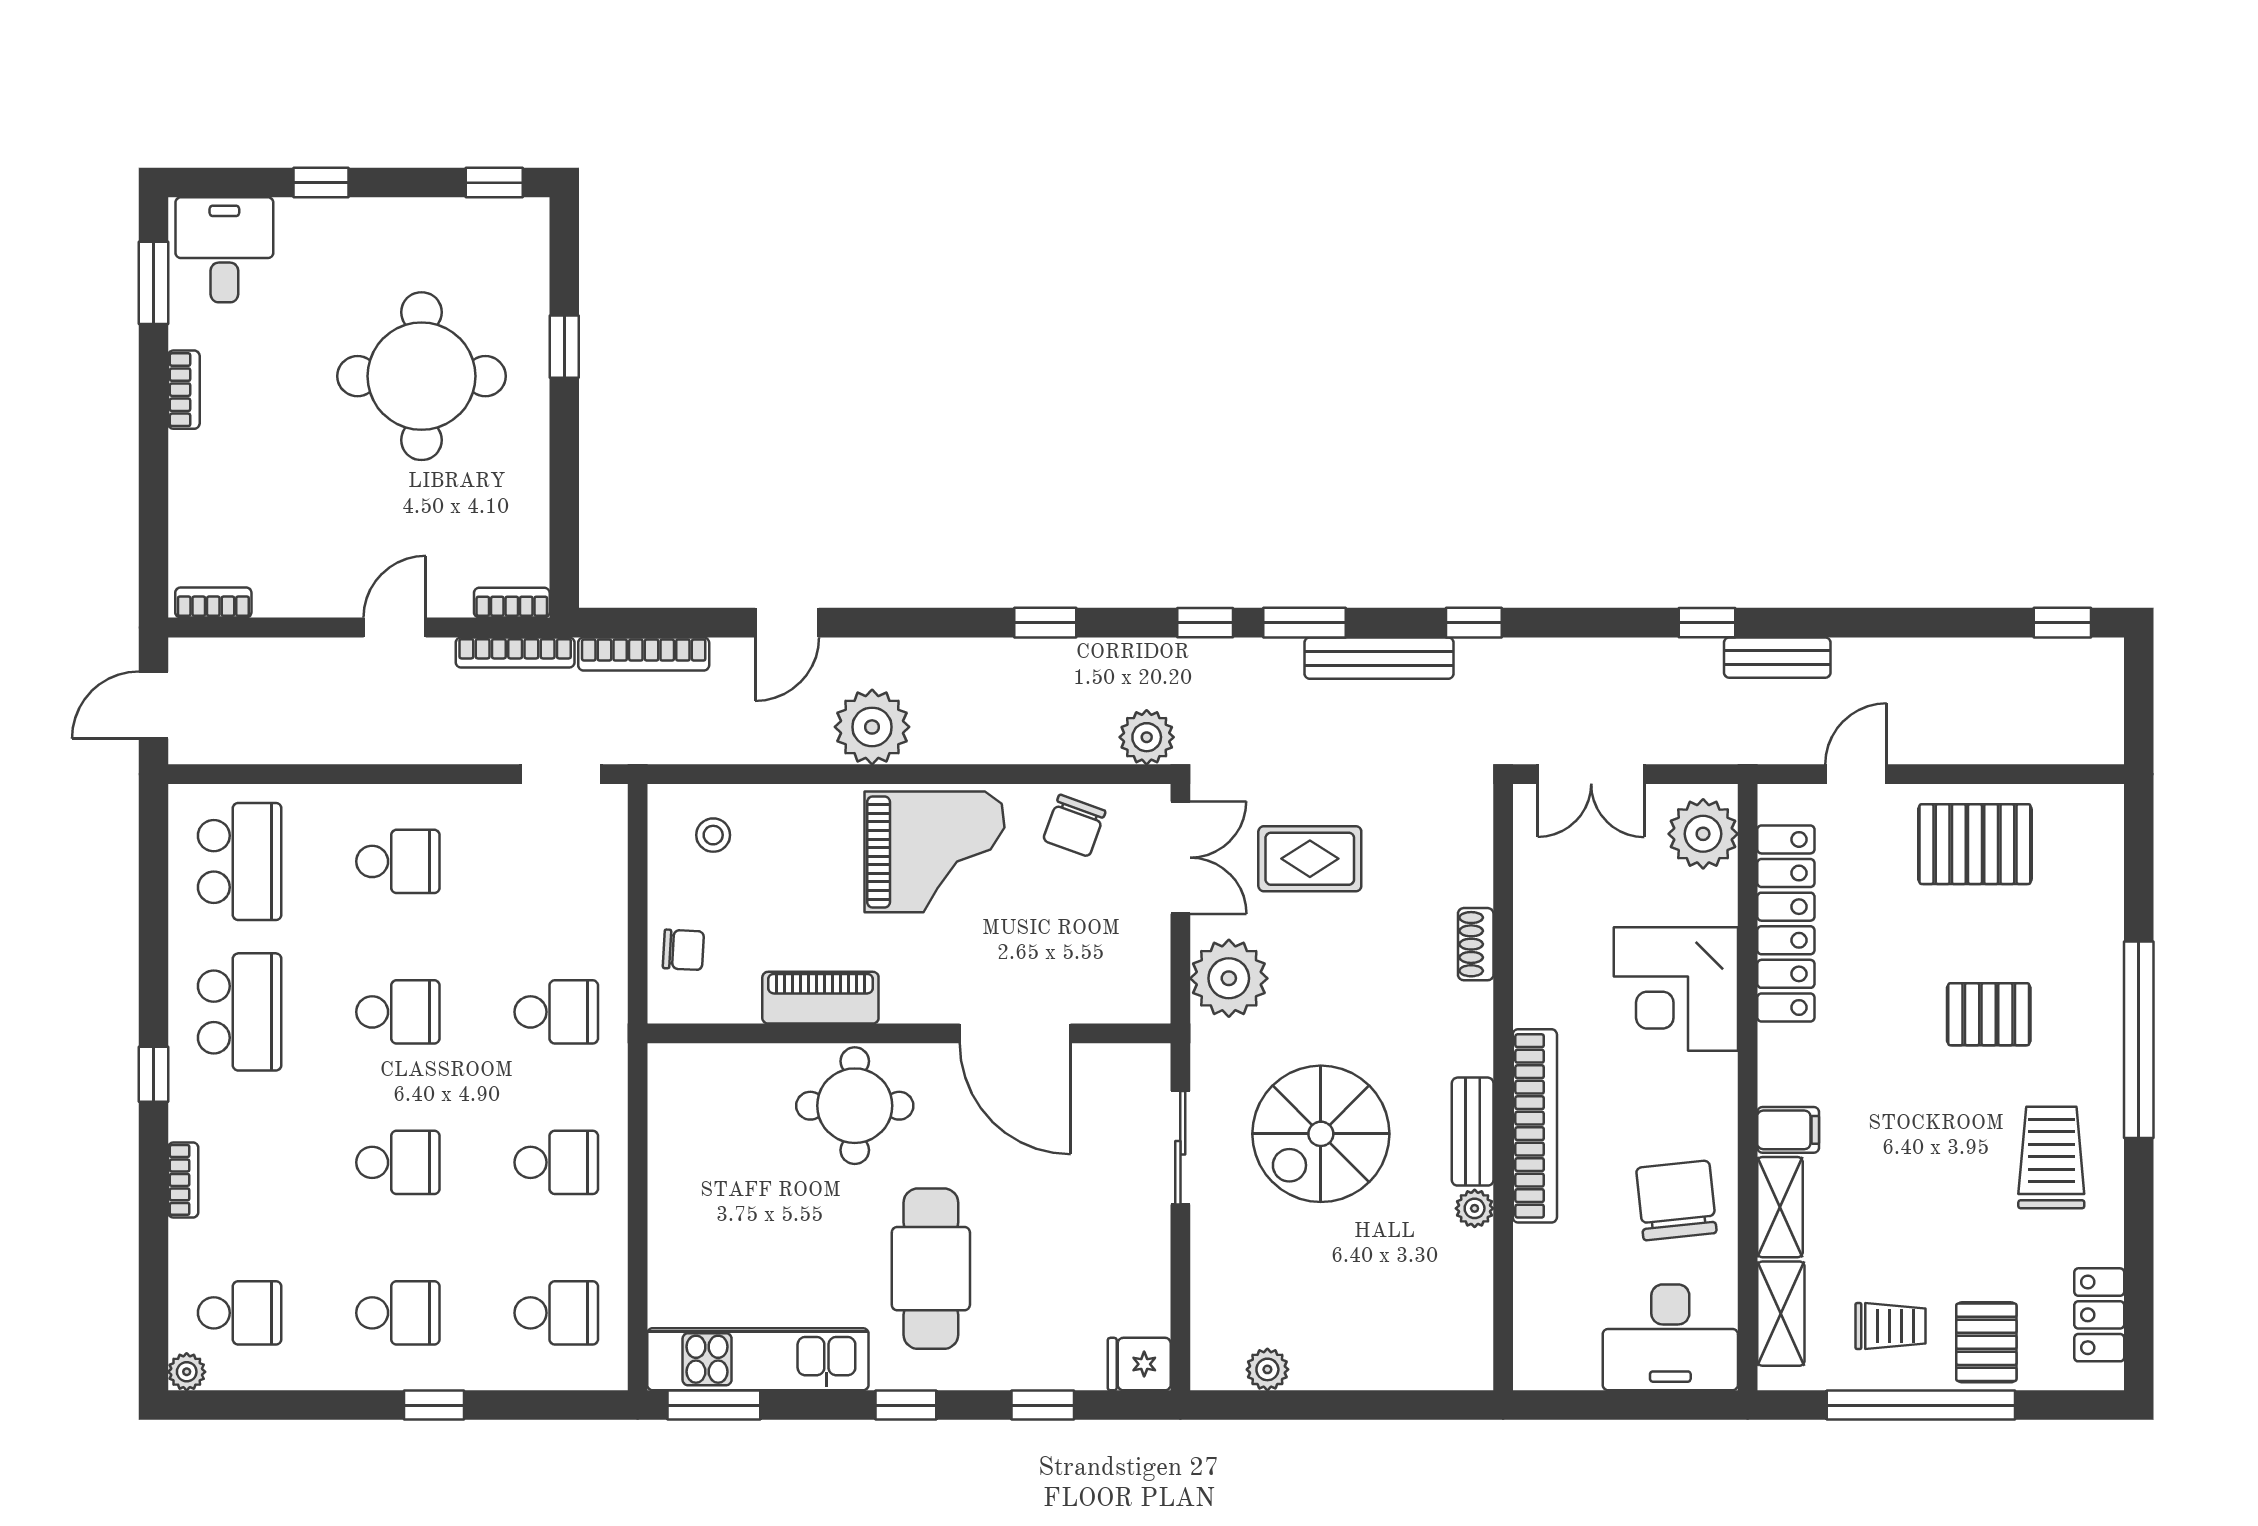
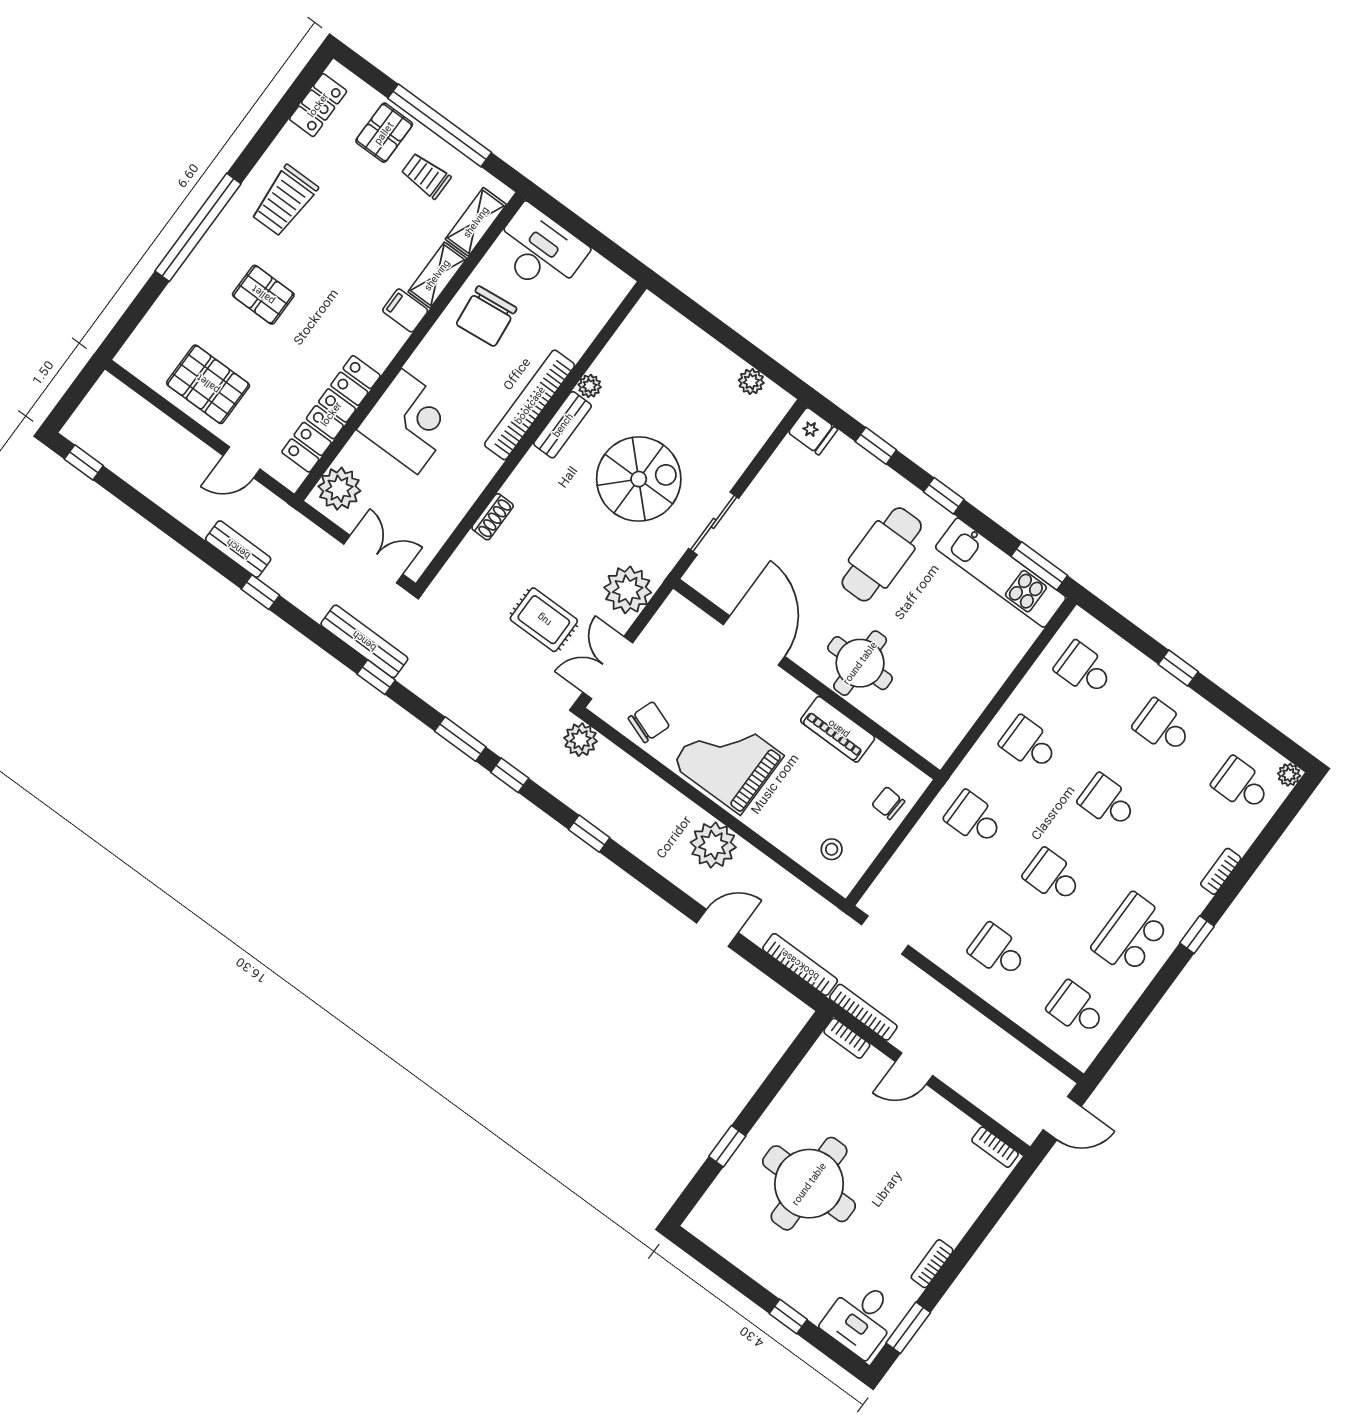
window: (494, 183) -> (702, 1253), removed
bench: (1379, 658) -> (364, 641), moved
school desk: (240, 861) -> (1077, 1009), width x0.54

